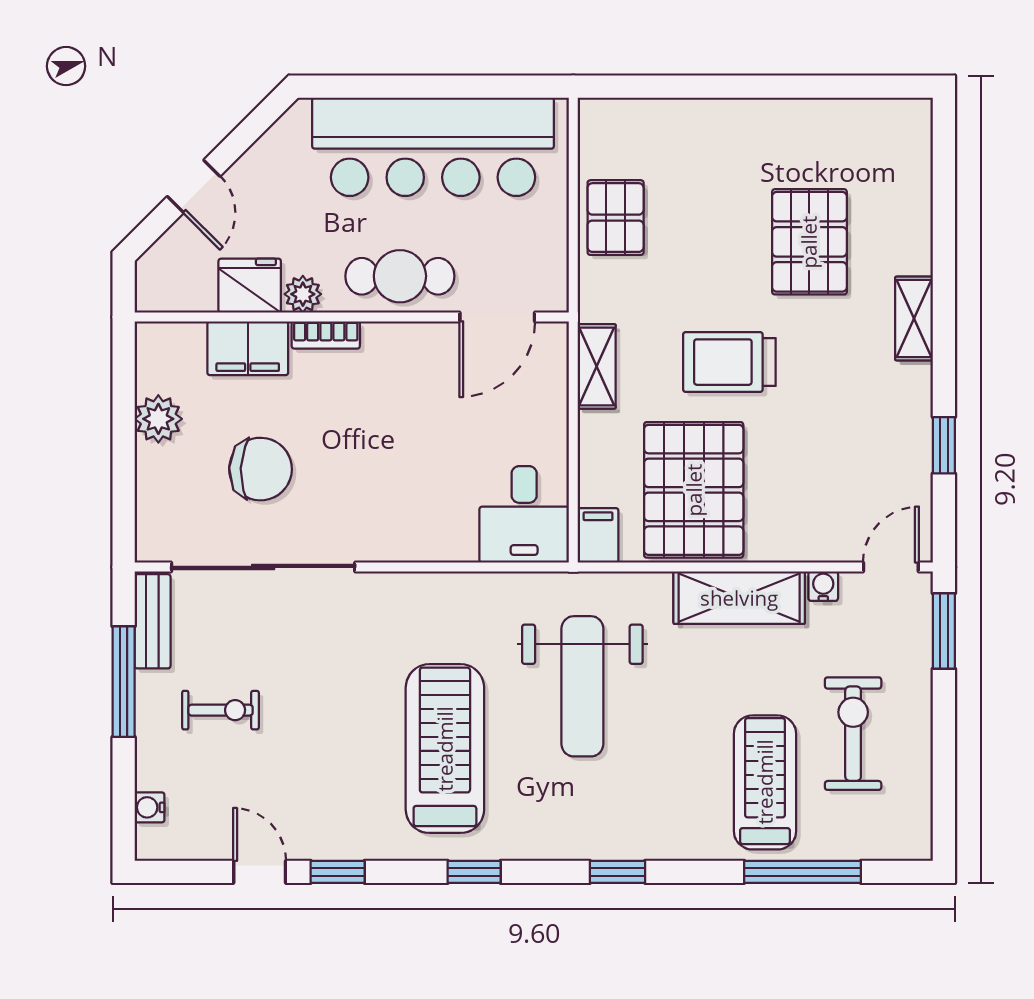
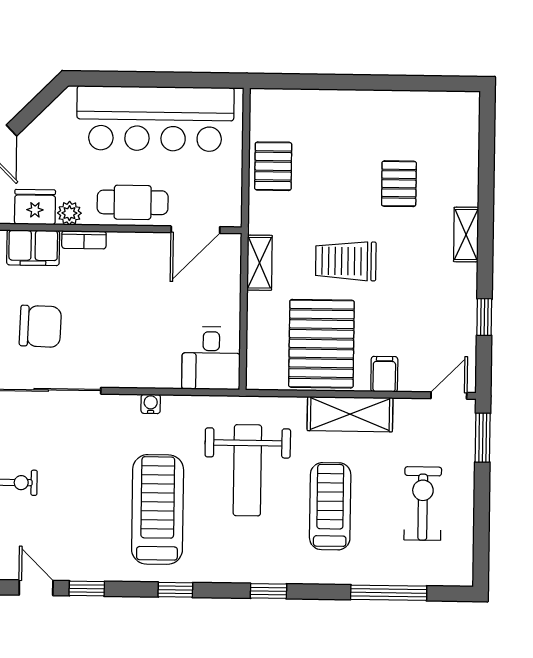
pallet: (809, 242) -> (399, 184), width x0.67, depth x0.71
filing cabinet: (598, 535) -> (384, 374), moved
water cooler: (823, 586) -> (151, 404), moved
treadmill: (765, 782) -> (330, 506), moved

